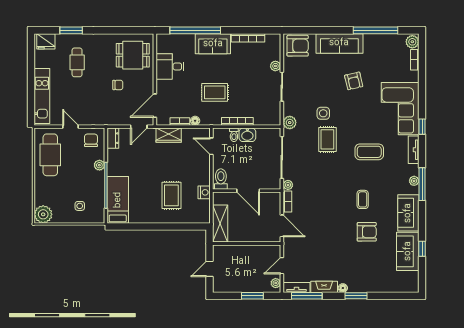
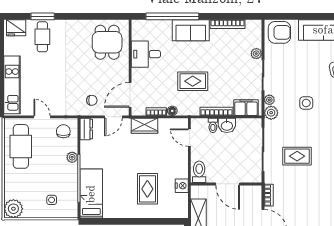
dining table: (133, 55) -> (107, 42), turned 90
cafe table: (77, 62) -> (42, 37), moved
chair: (118, 85) -> (92, 100), moved
filing cabinet: (266, 118) -> (246, 108), added
rug: (327, 139) -> (297, 156), moved, turned 90
plant: (288, 185) -> (269, 100), moved

